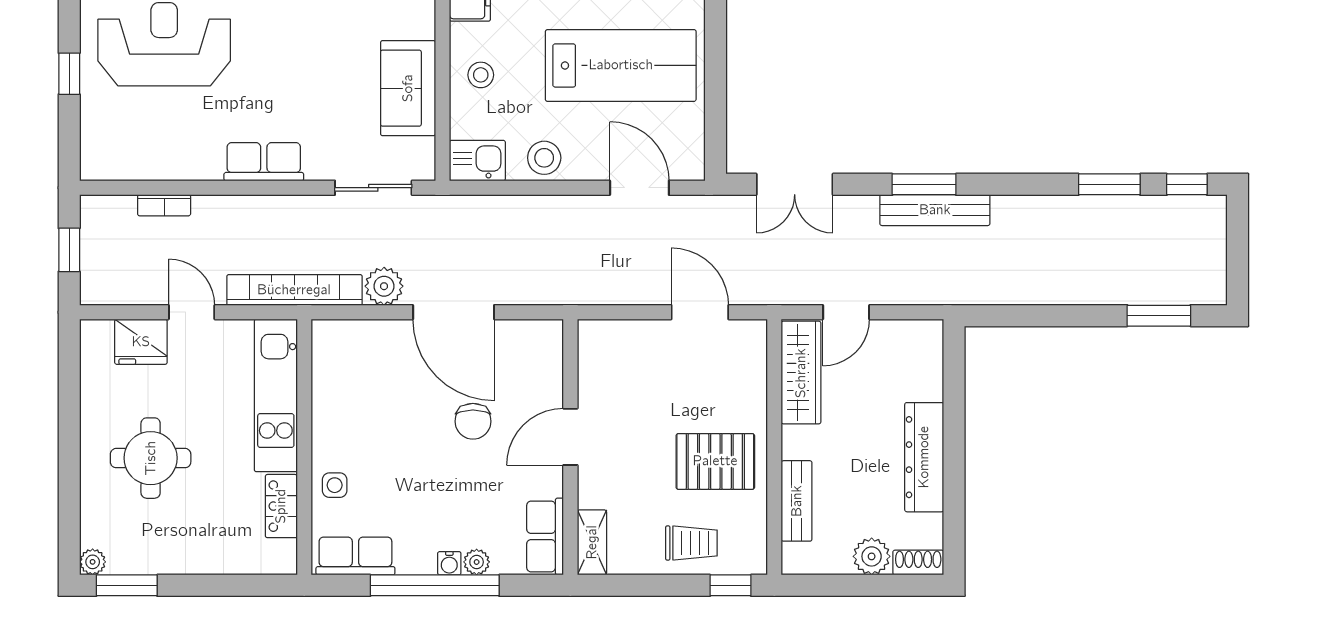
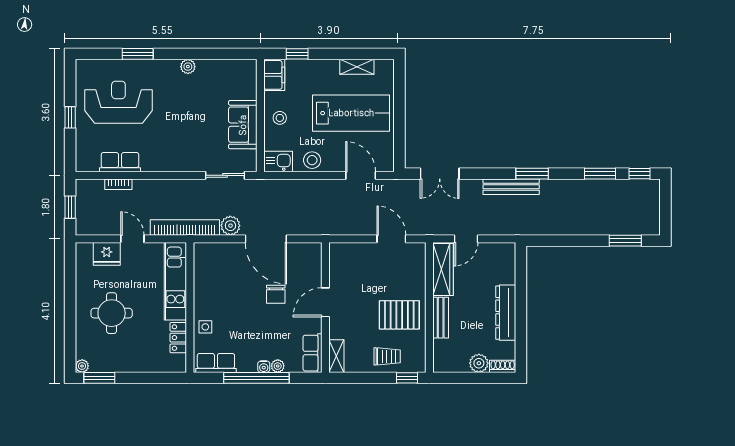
row of seats: (264, 162) -> (120, 162), moved
window: (924, 184) -> (532, 174), moved
bench: (797, 501) -> (441, 318), moved

